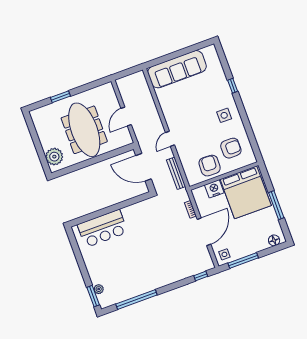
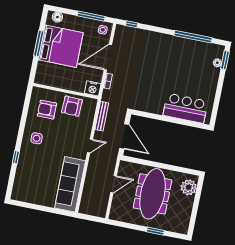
sofa: (177, 69) -> (70, 184), moved, turned -90
nightstand: (214, 189) -> (93, 88), moved
bed: (246, 192) -> (61, 46), moved, turned 90

